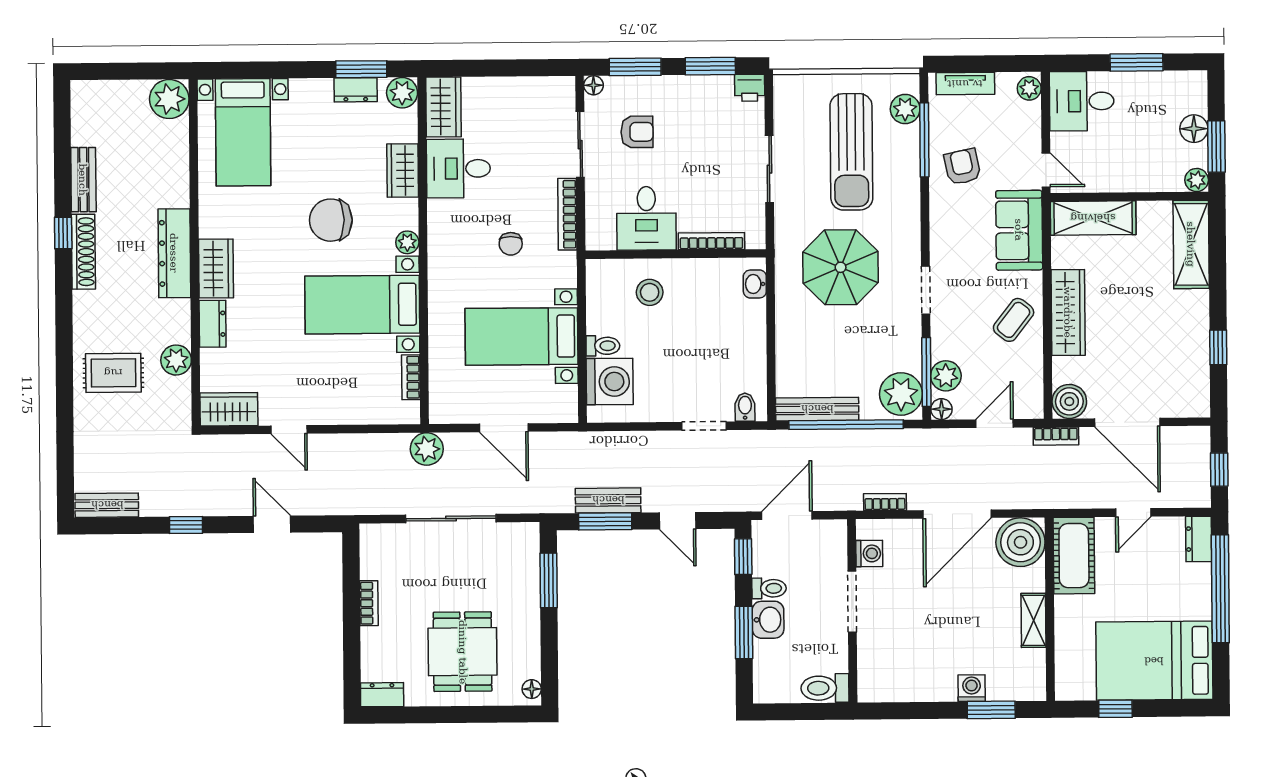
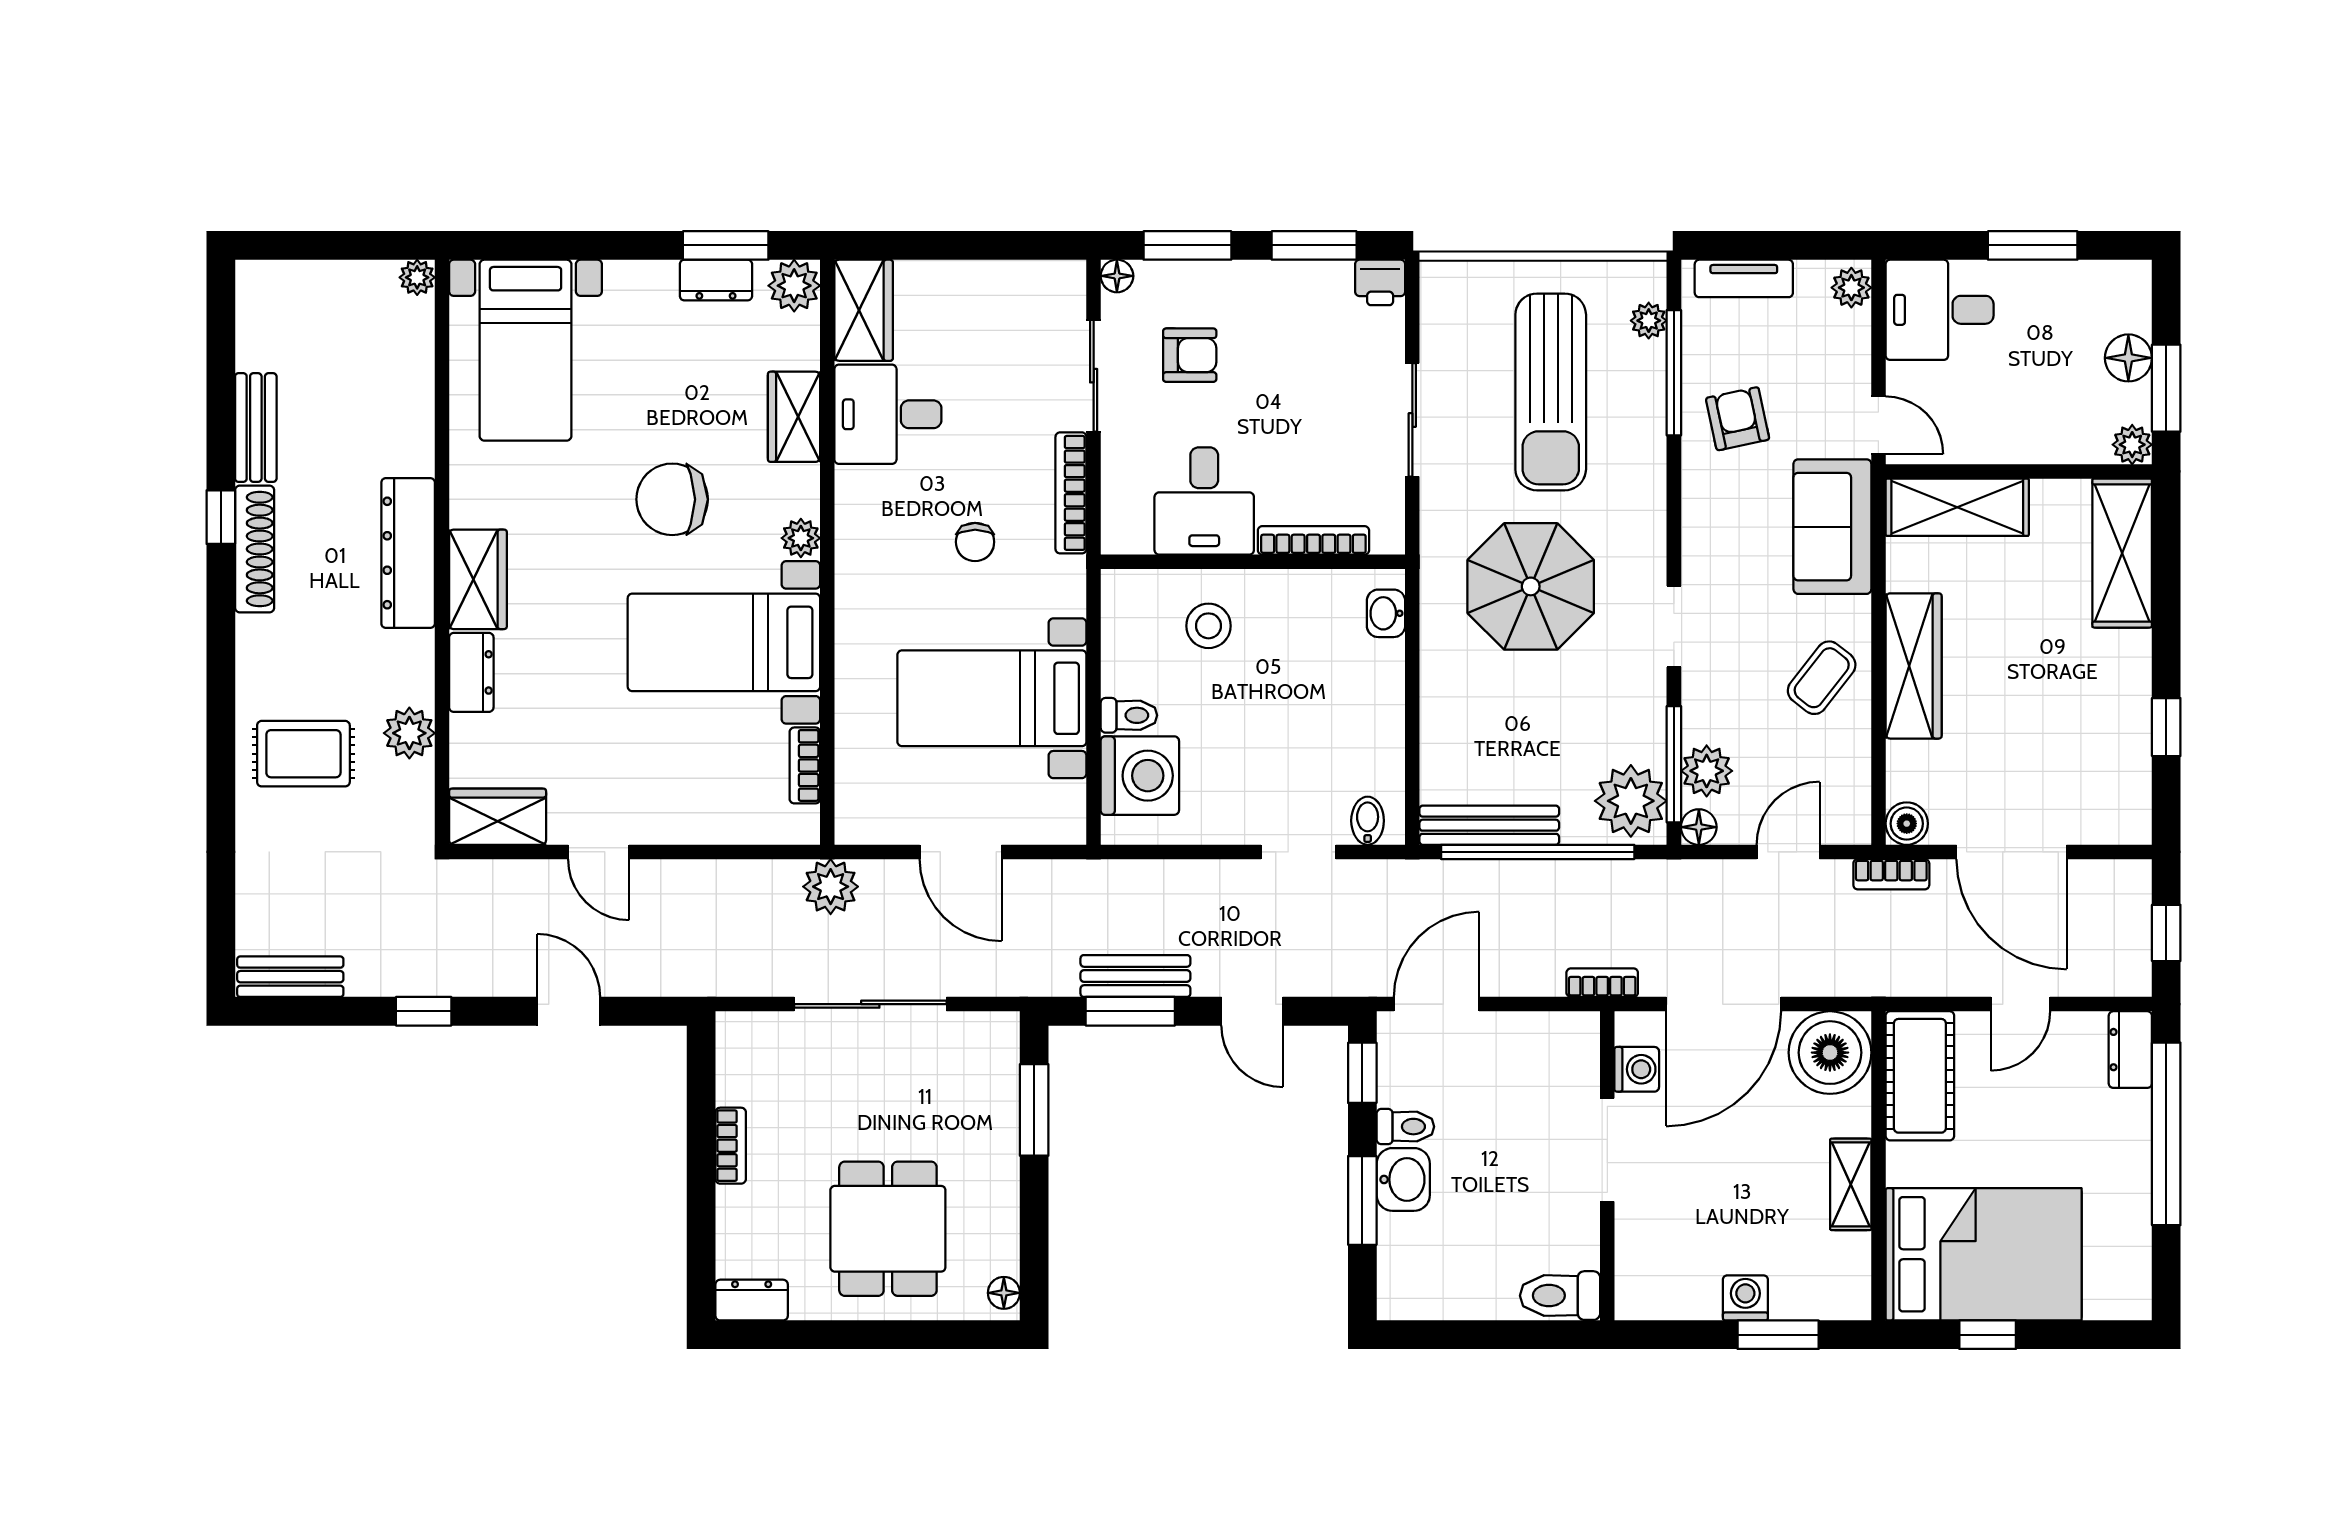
plant: (169, 99) -> (417, 277), width x0.53, depth x0.53
plant: (905, 109) -> (1649, 321), width x0.73, depth x0.73
boiler: (1069, 401) -> (1907, 824), width x0.73, depth x0.73
washing machine: (869, 553) -> (1637, 1069), moved
doorway: (852, 601) -> (1607, 1150), moved
wall: (852, 611) -> (1607, 1166), moved
bed: (1154, 661) -> (1984, 1254), moved, turned 180
toilet: (825, 688) -> (1560, 1296), moved

